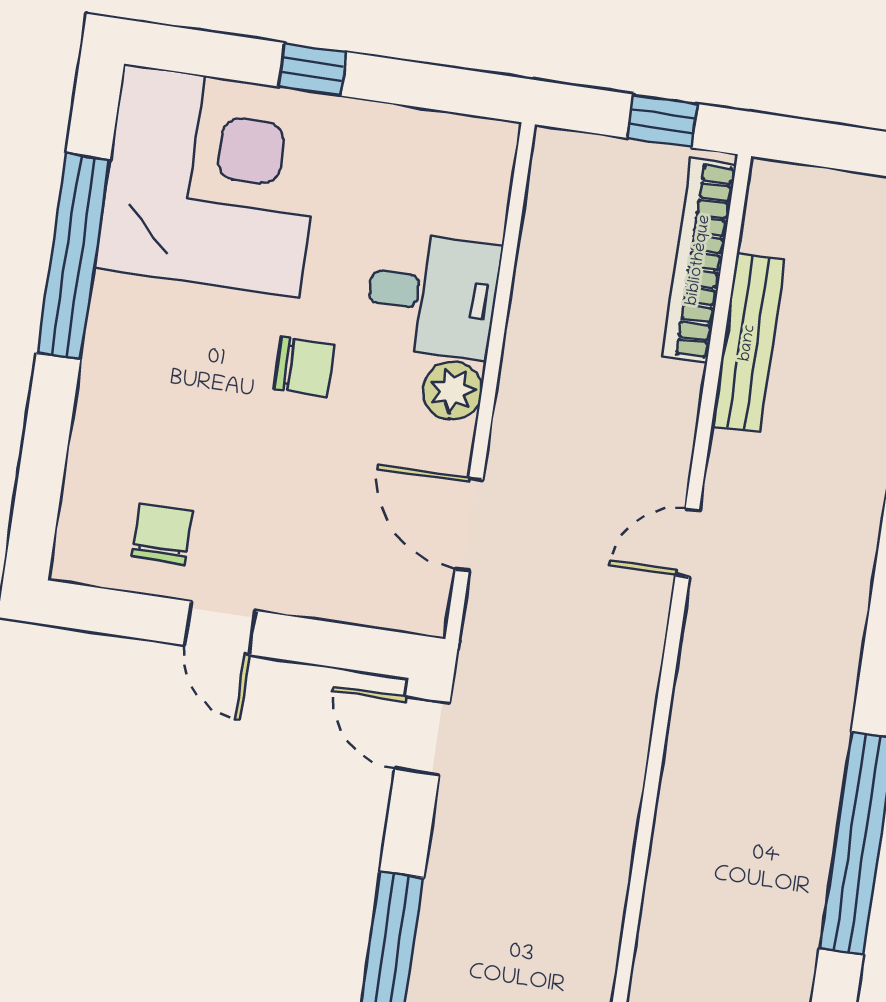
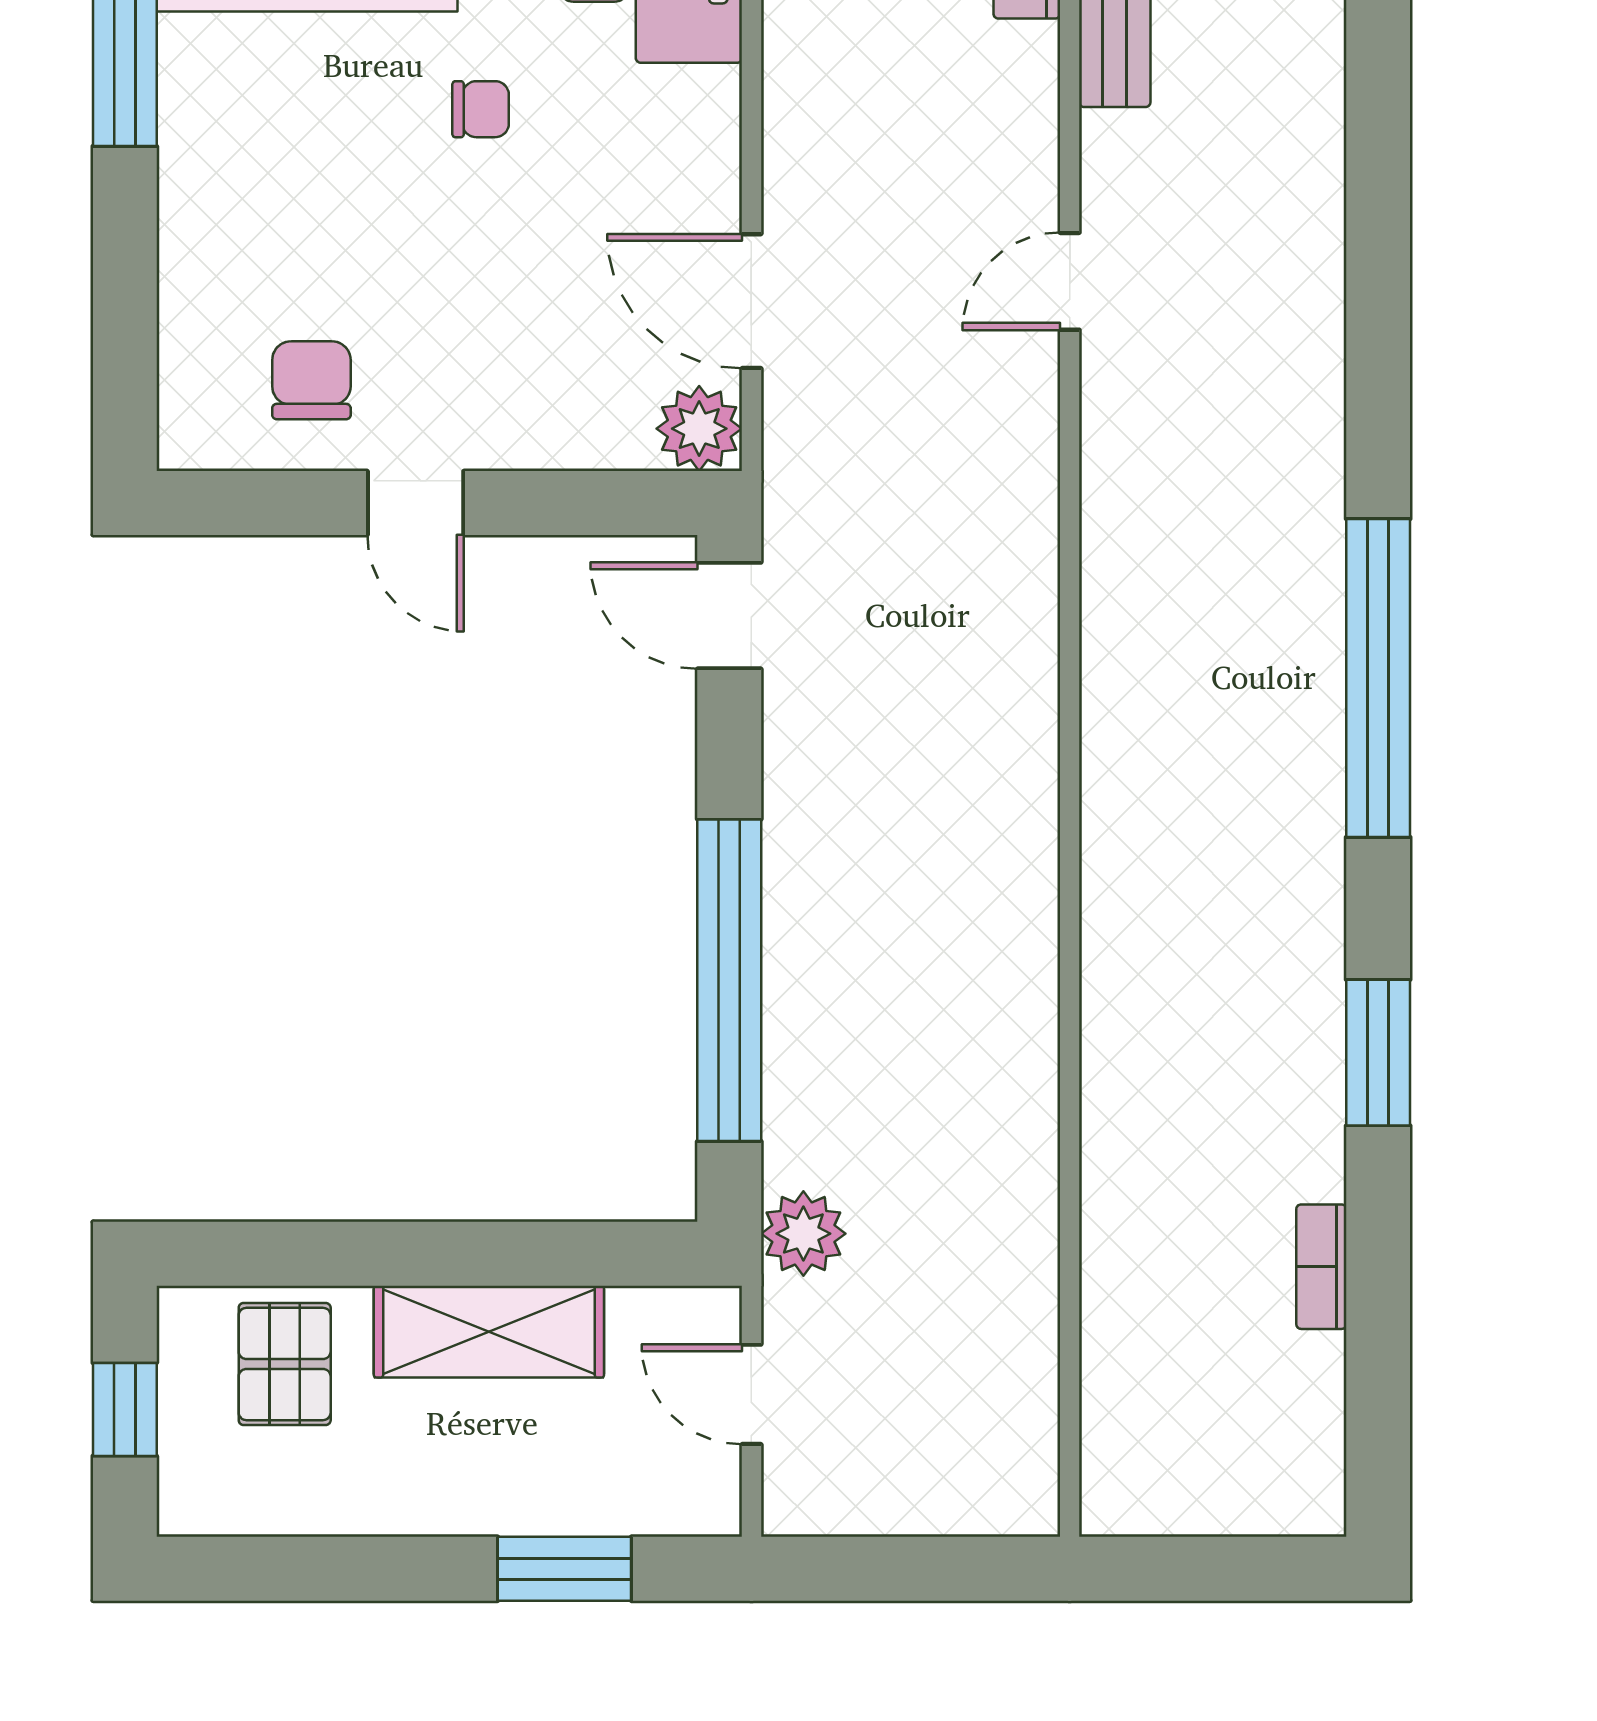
chair: (304, 367) -> (481, 109), width x0.73, depth x0.73
plant: (452, 391) -> (699, 429), moved

